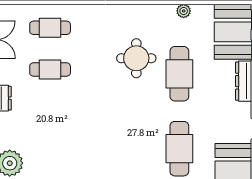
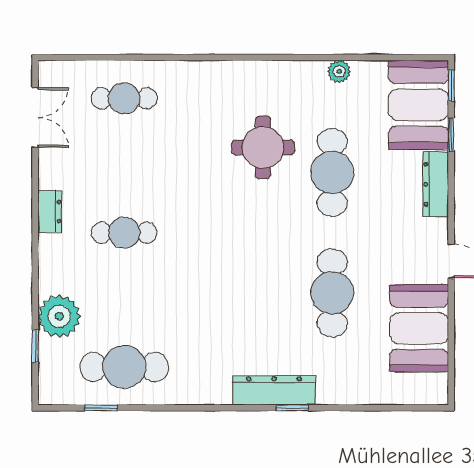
cafe table: (50, 69) -> (124, 233), moved

